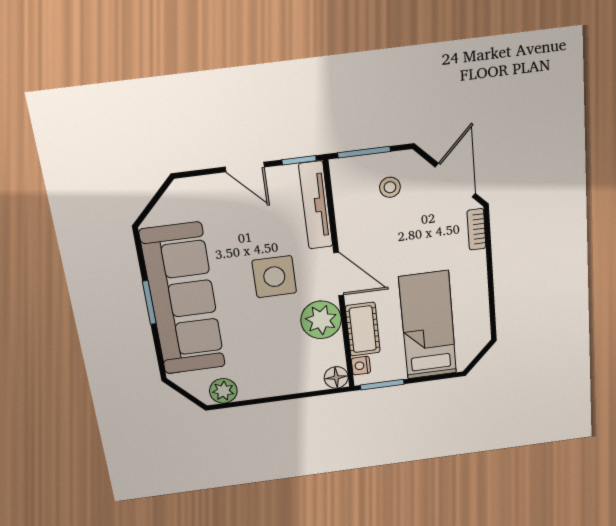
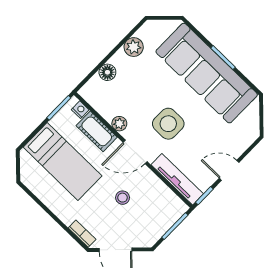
stool: (390, 187) -> (123, 198), moved
plant: (321, 320) -> (119, 124), width x0.53, depth x0.53
floor lamp: (336, 377) -> (107, 72), moved
plant: (223, 391) -> (134, 47), moved

